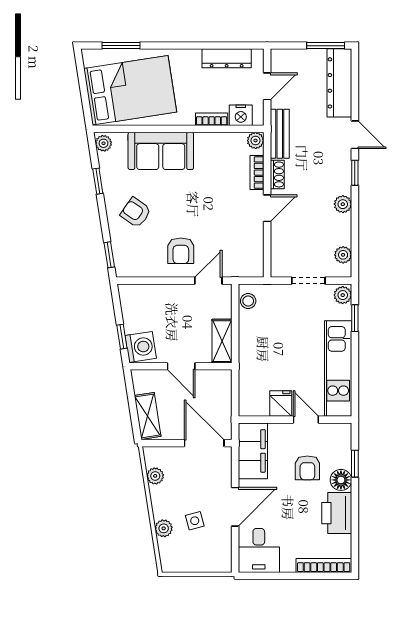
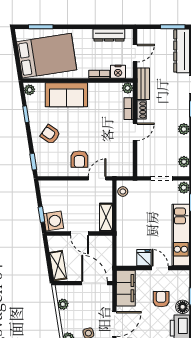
armchair: (307, 468) -> (161, 299), turned 180

